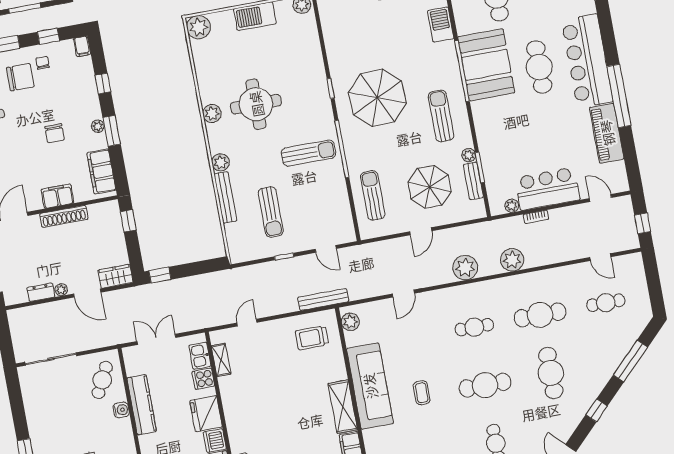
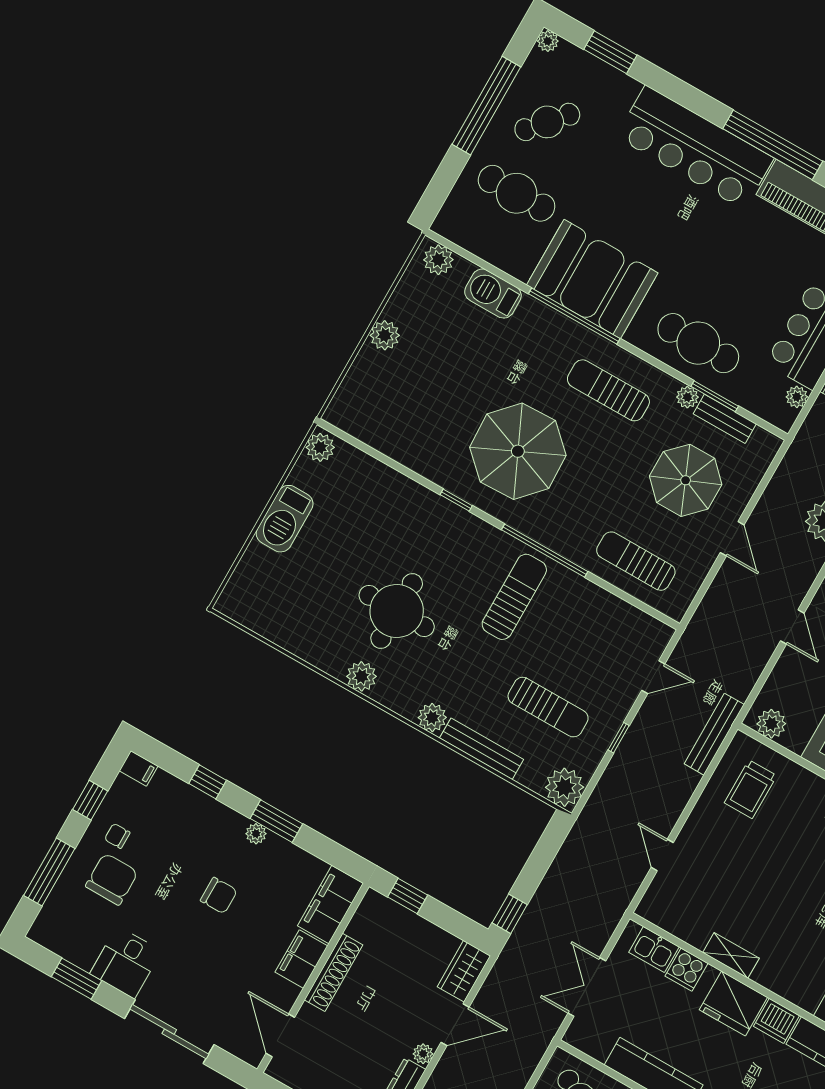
plant: (199, 27) -> (564, 787), moved
cafe table: (539, 67) -> (698, 343), moved
filing cabinet: (101, 171) -> (330, 905), moved, turned 90
shelving: (221, 360) -> (731, 955), moved

